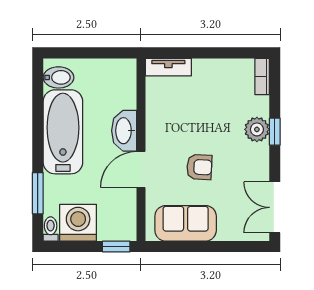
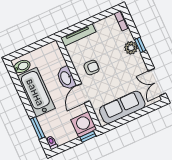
tv unit: (168, 67) -> (78, 35), width x1.41
armchair: (199, 167) -> (92, 68), moved
washing machine: (78, 223) -> (84, 124), moved
sofa: (186, 223) -> (122, 107), width x1.36

